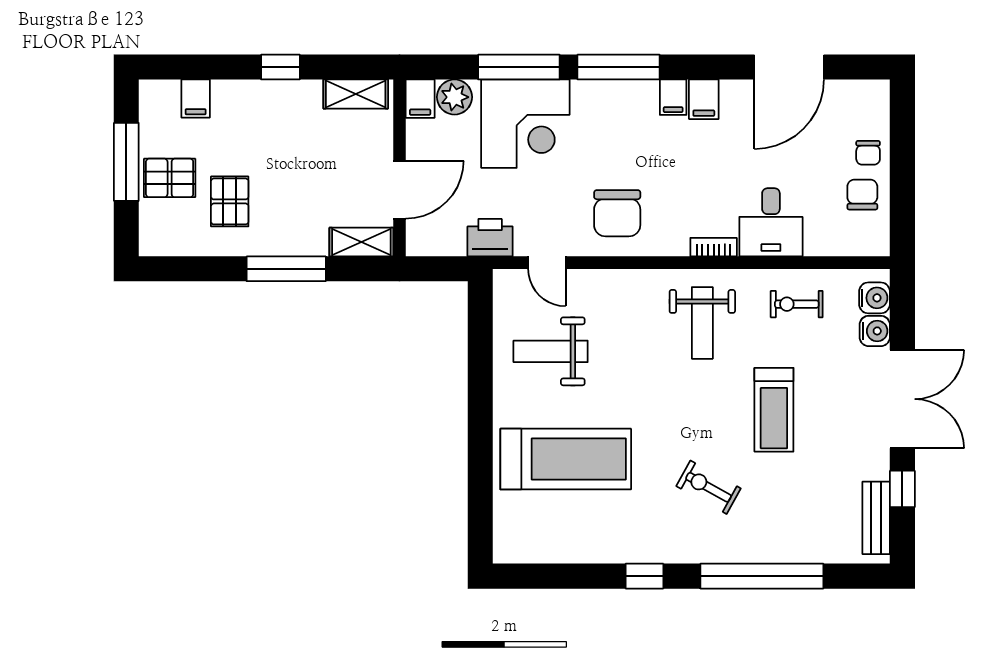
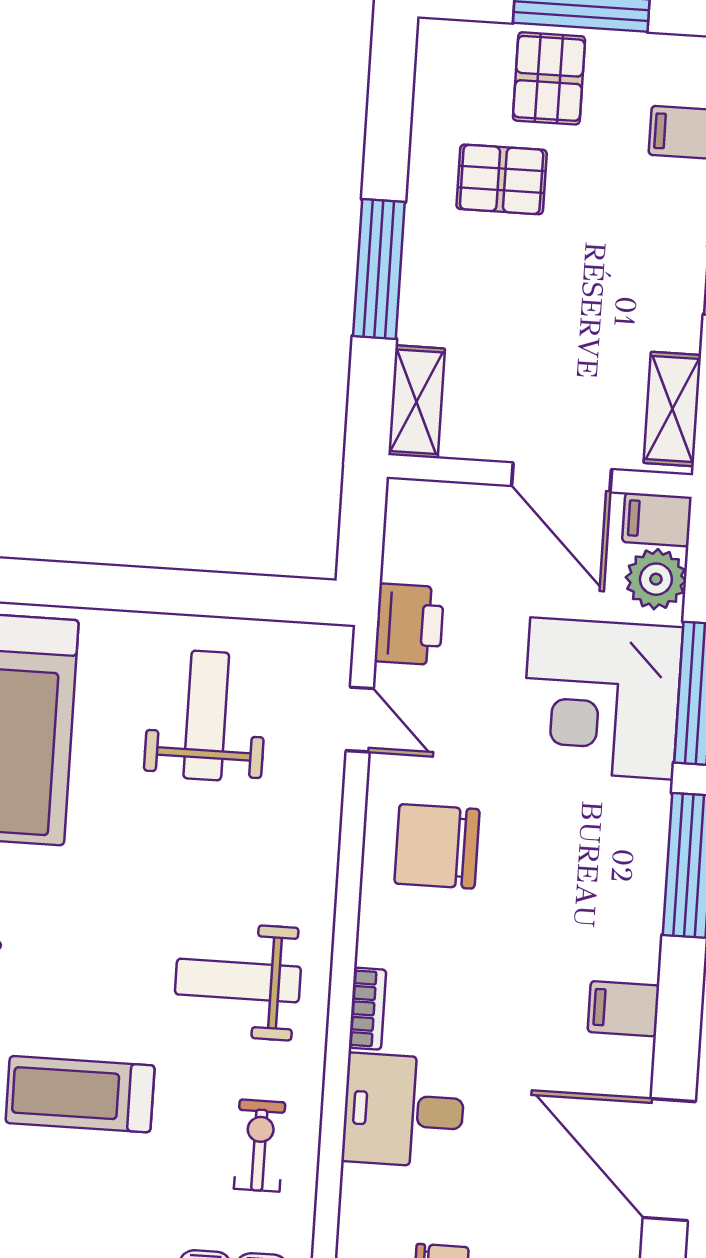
filing cabinet: (673, 97) -> (631, 956), removed
door: (399, 190) -> (562, 477), moved
door: (547, 263) -> (360, 720), swing flipped

